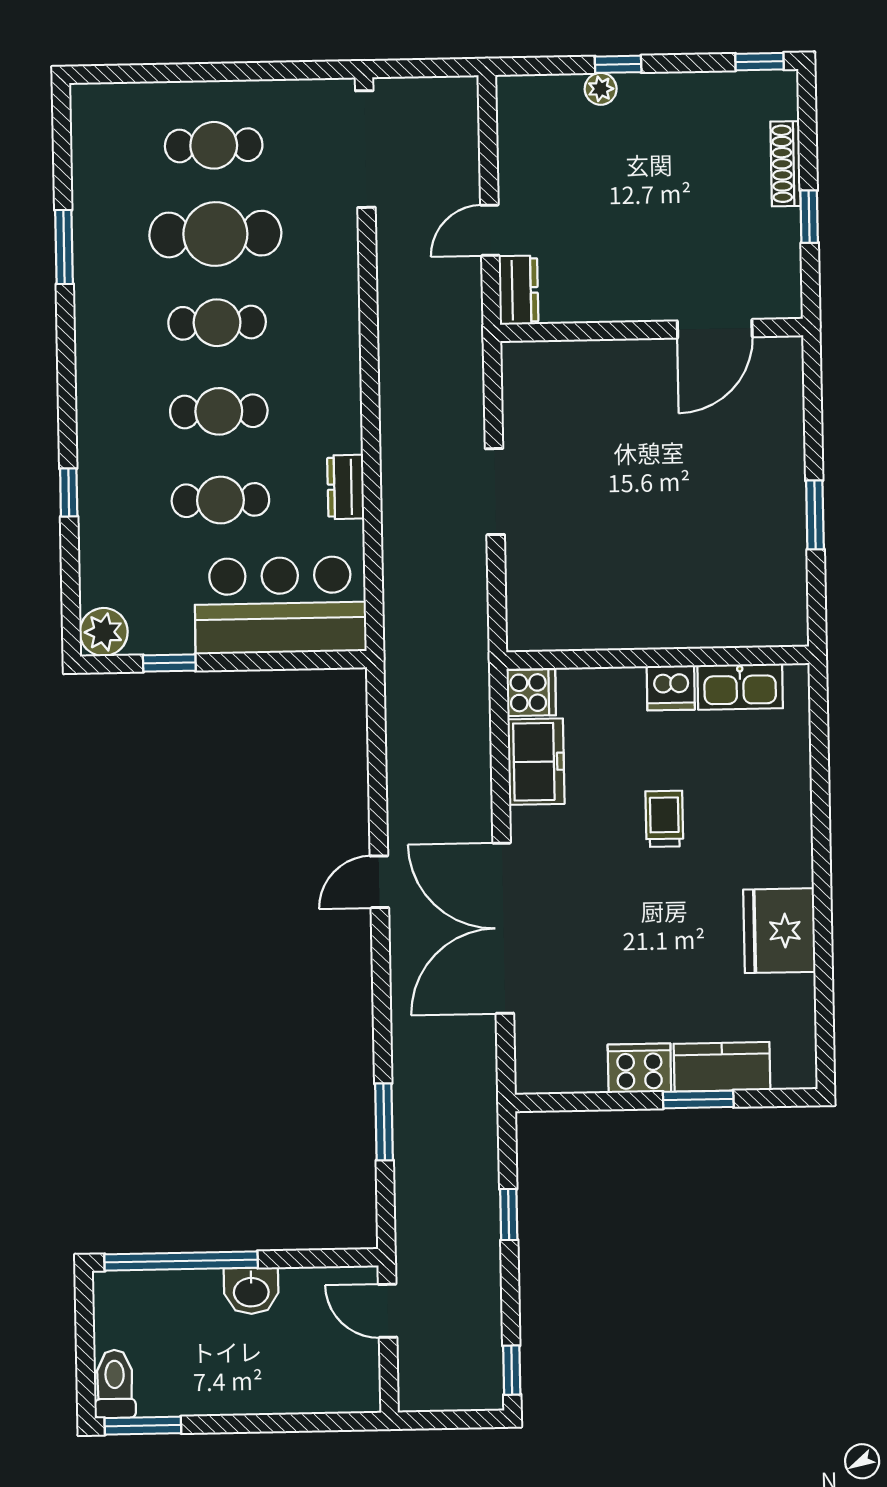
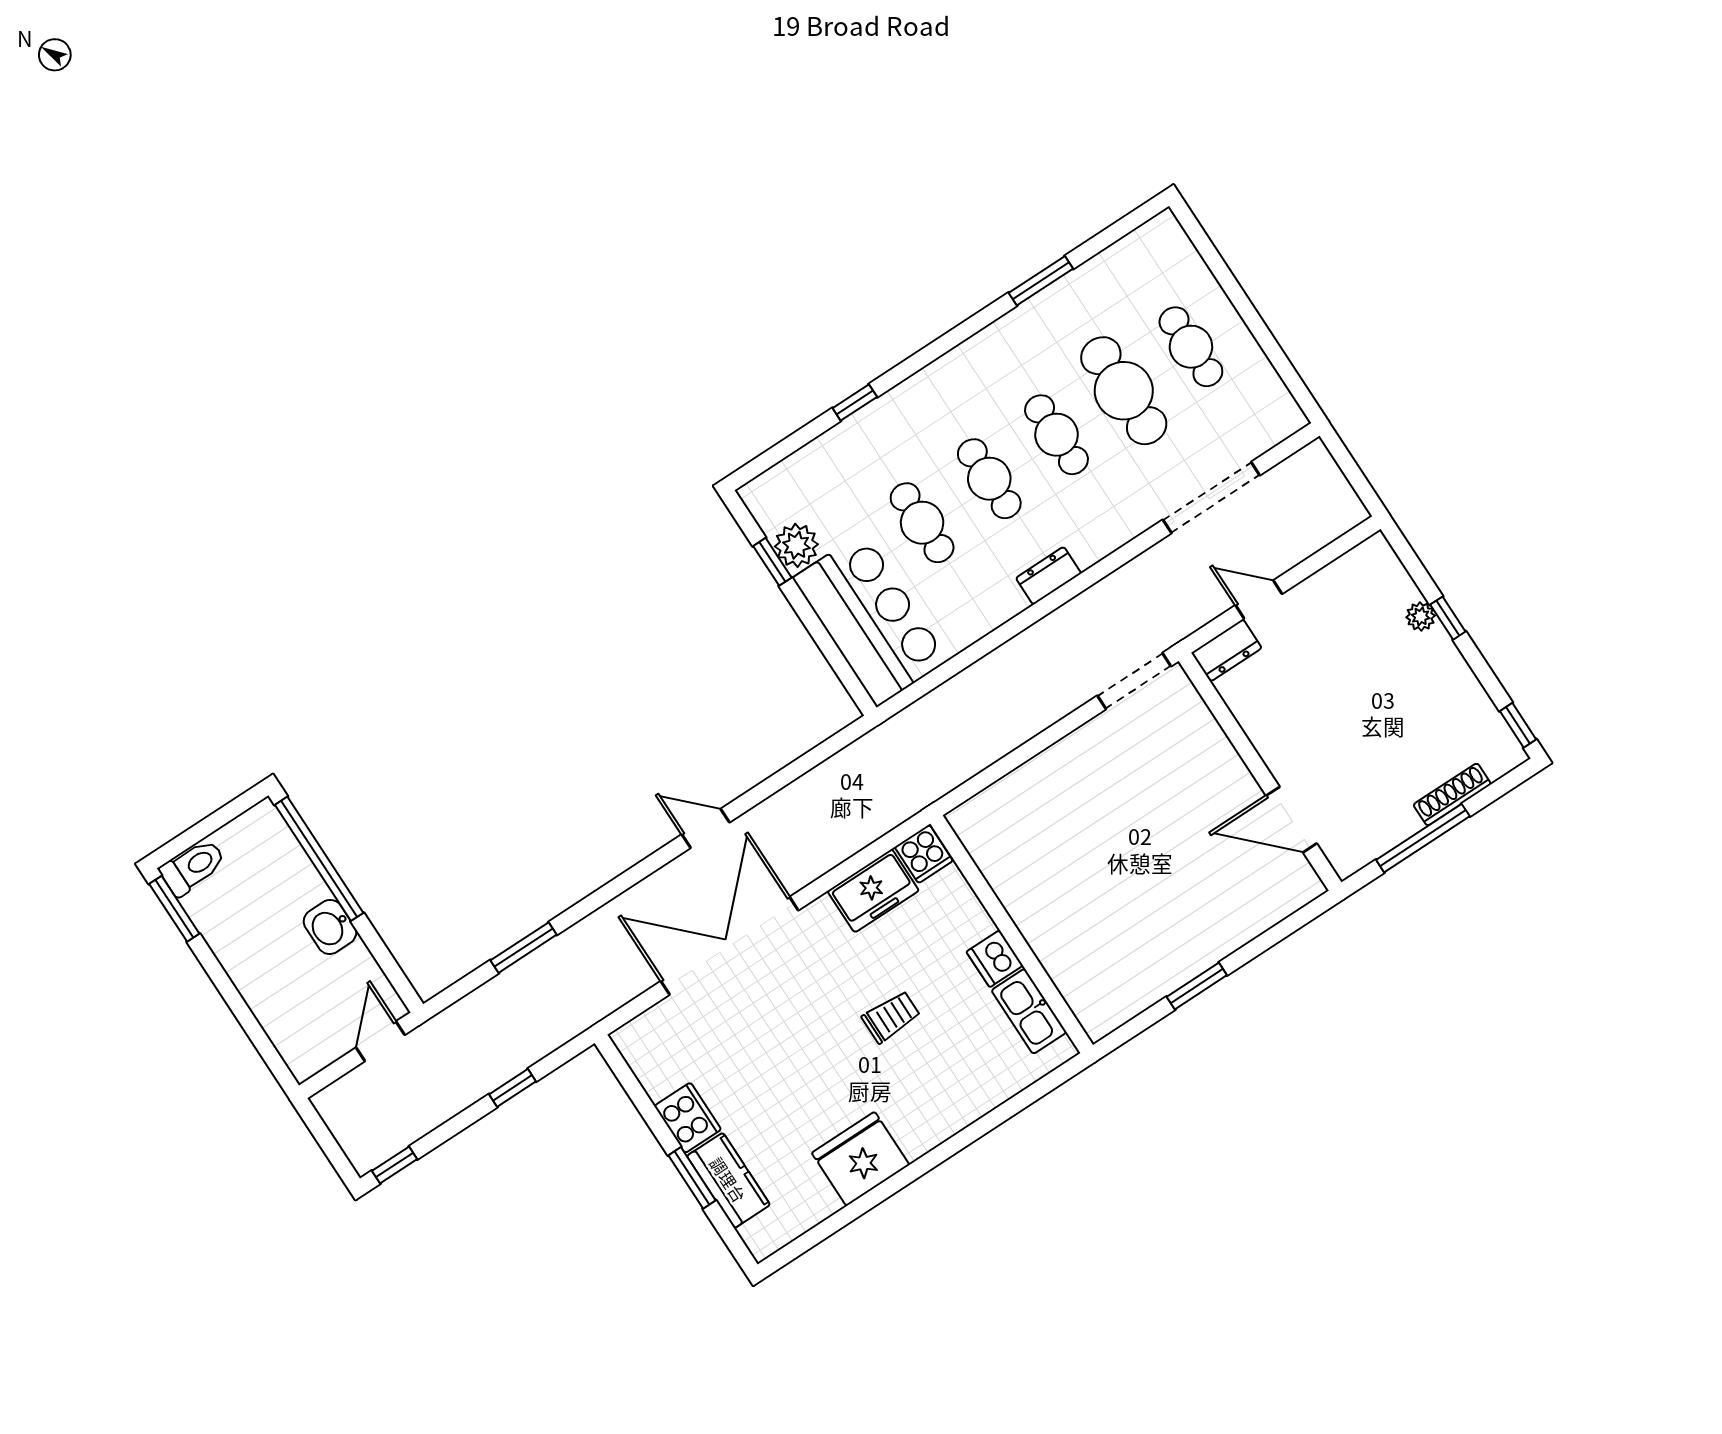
doorway: (365, 149) -> (1211, 497), moved
window: (809, 217) -> (1423, 838), width x2.17
dresser: (346, 487) -> (1049, 576), moved
doorway: (495, 492) -> (1134, 681), moved
plant: (104, 632) -> (796, 545), moved

